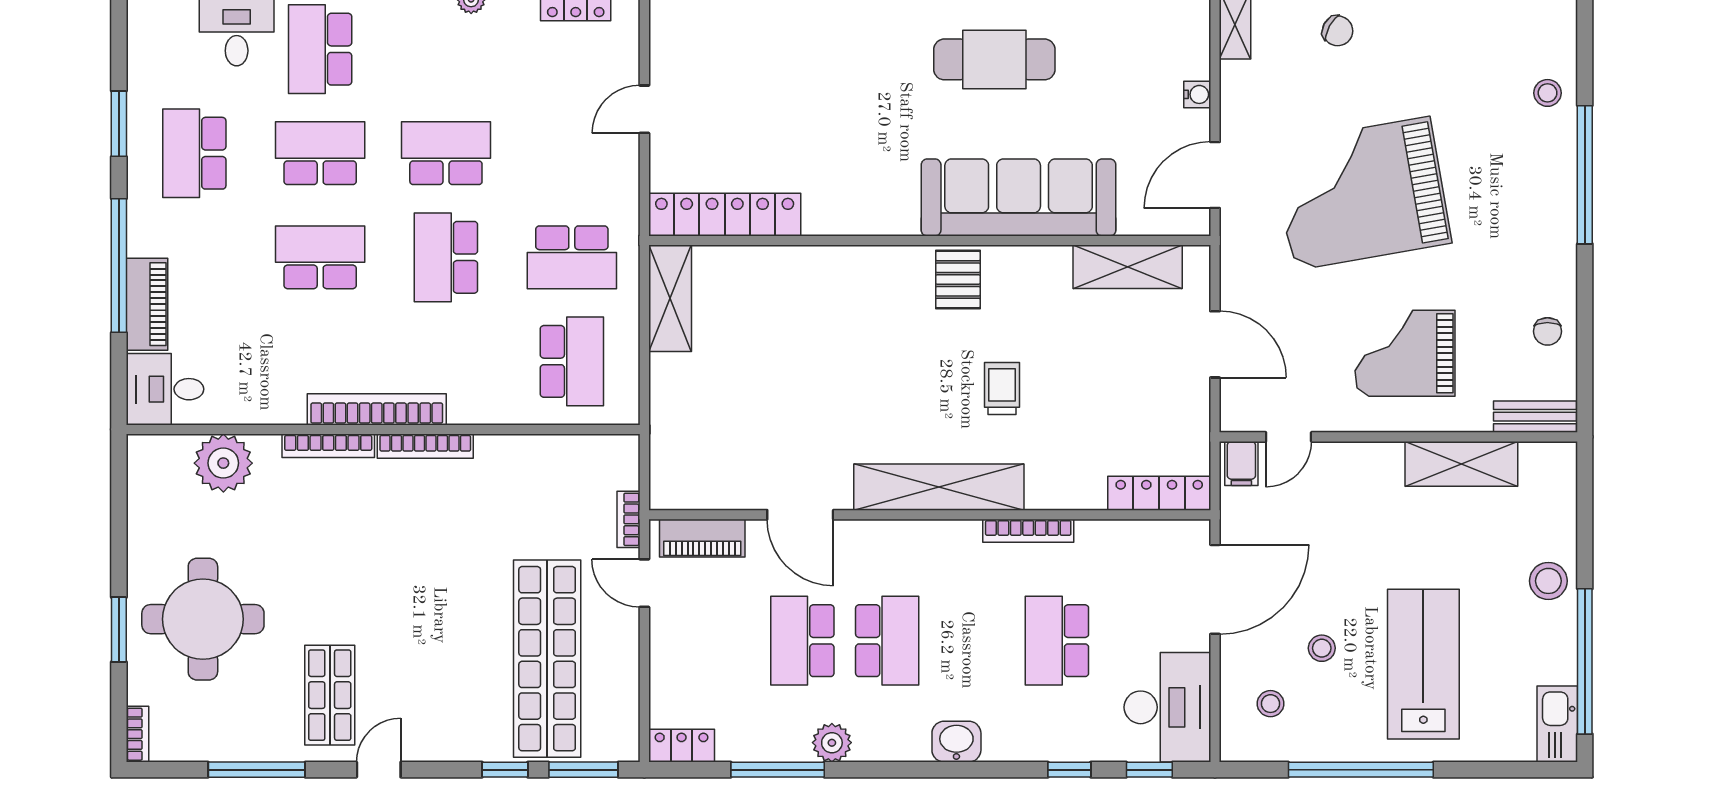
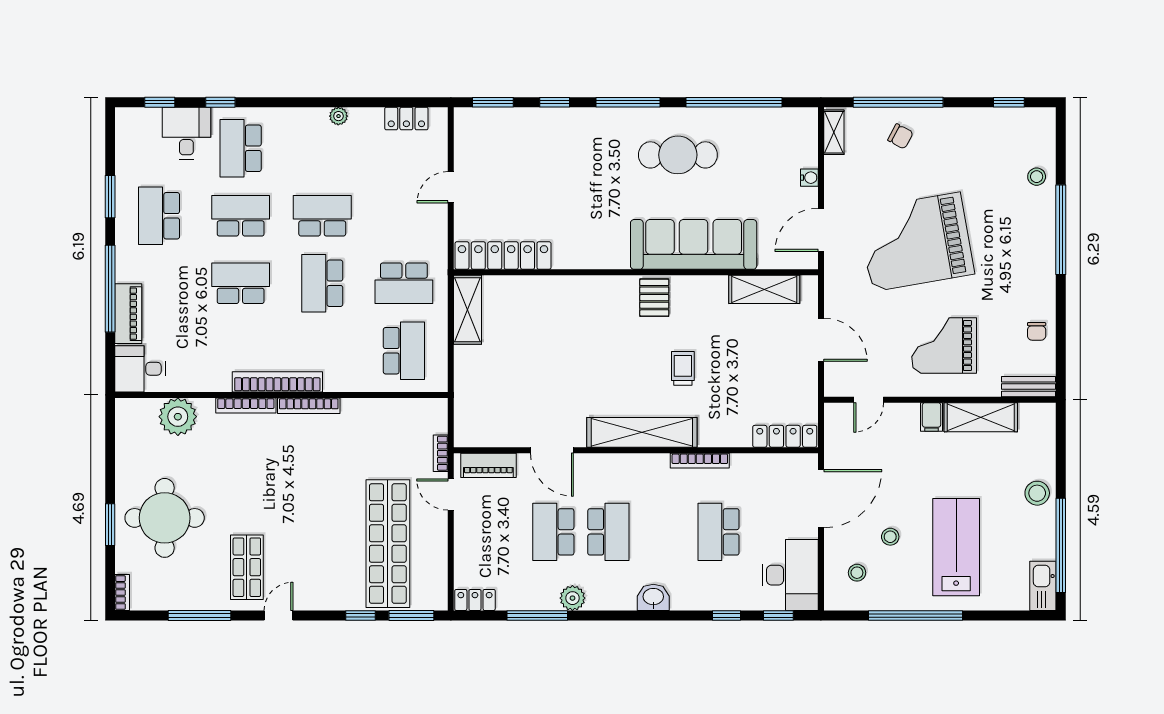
filing cabinet: (1241, 463) -> (932, 417), moved

